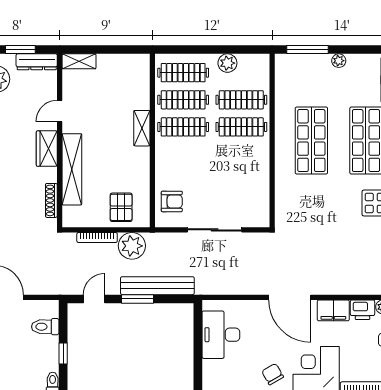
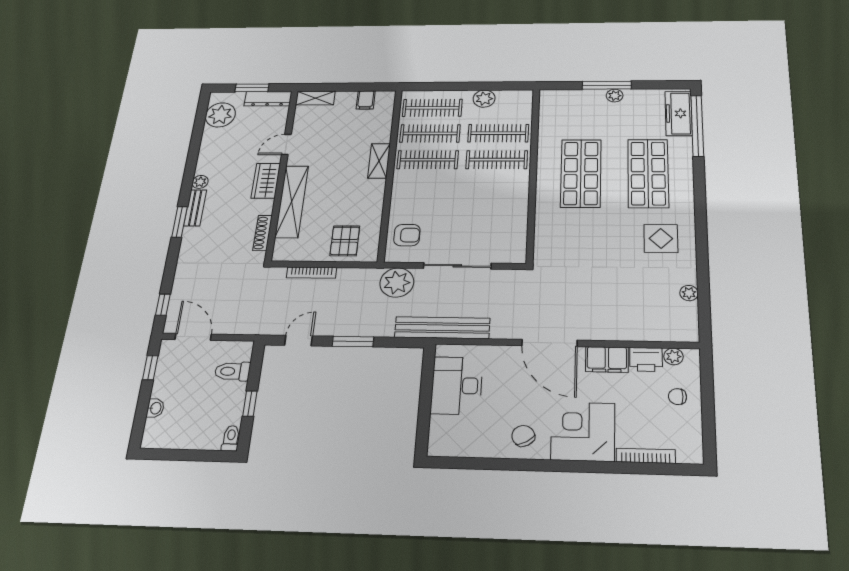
window: (307, 50) -> (607, 85), moved
filing cabinet: (124, 64) -> (366, 100), added
plant: (132, 246) -> (397, 283), moved
bench: (157, 286) -> (442, 328), moved

